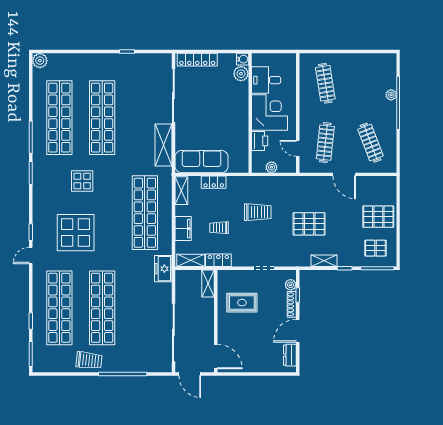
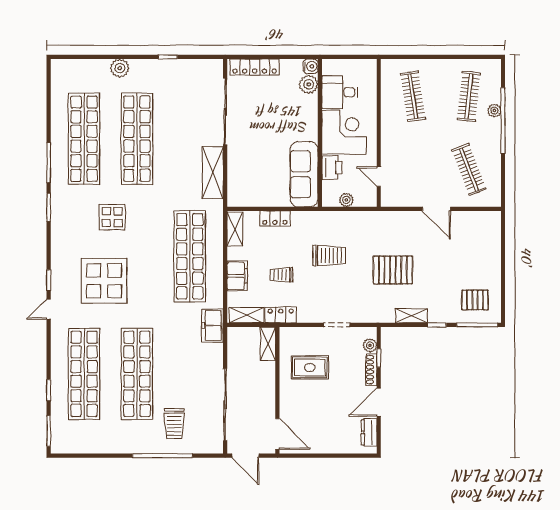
plant: (40, 61) -> (120, 68), moved
clothes rail: (325, 143) -> (469, 96), moved
sofa: (202, 162) -> (304, 174), moved, turned -90
pallet: (378, 217) -> (478, 261), removed
trolley: (89, 360) -> (174, 424), moved, turned 84

